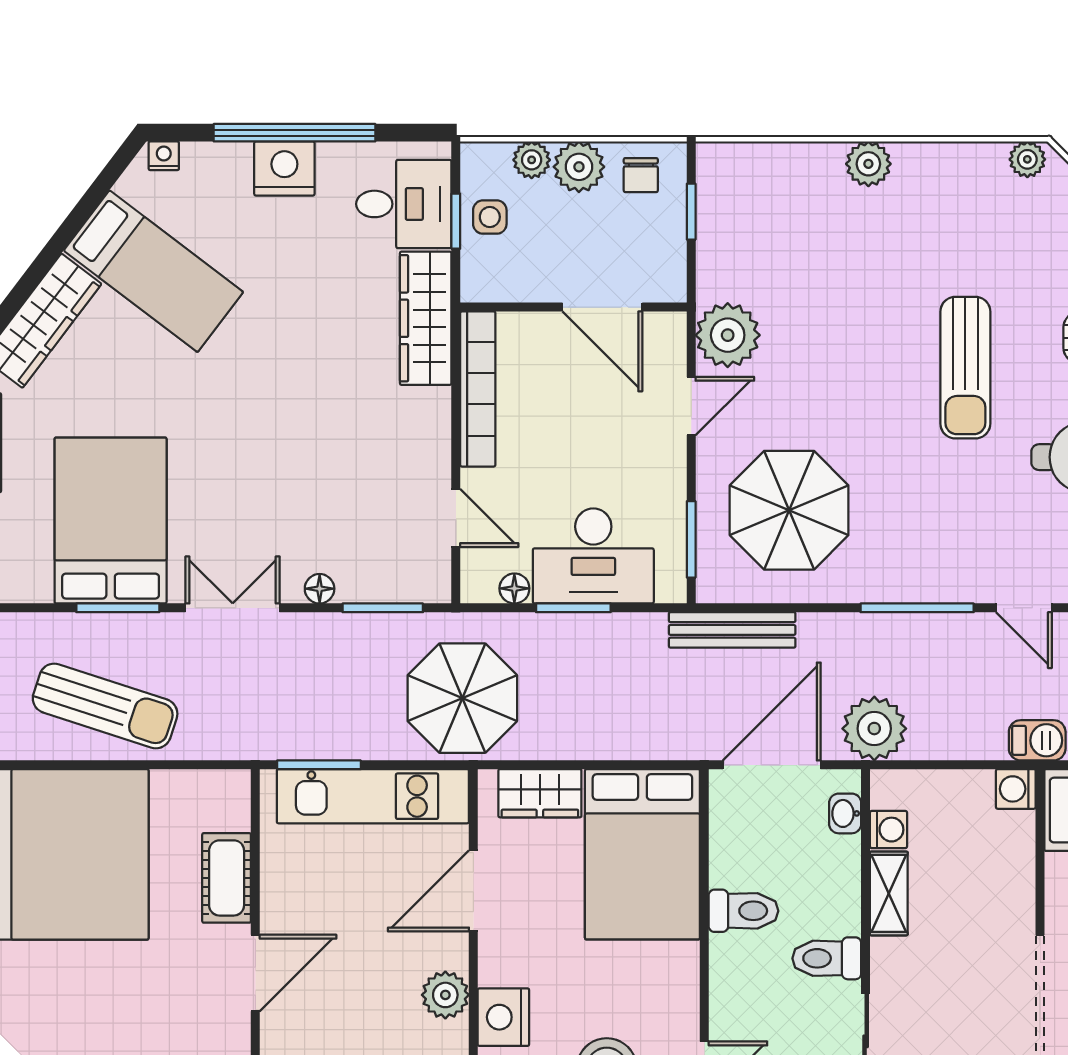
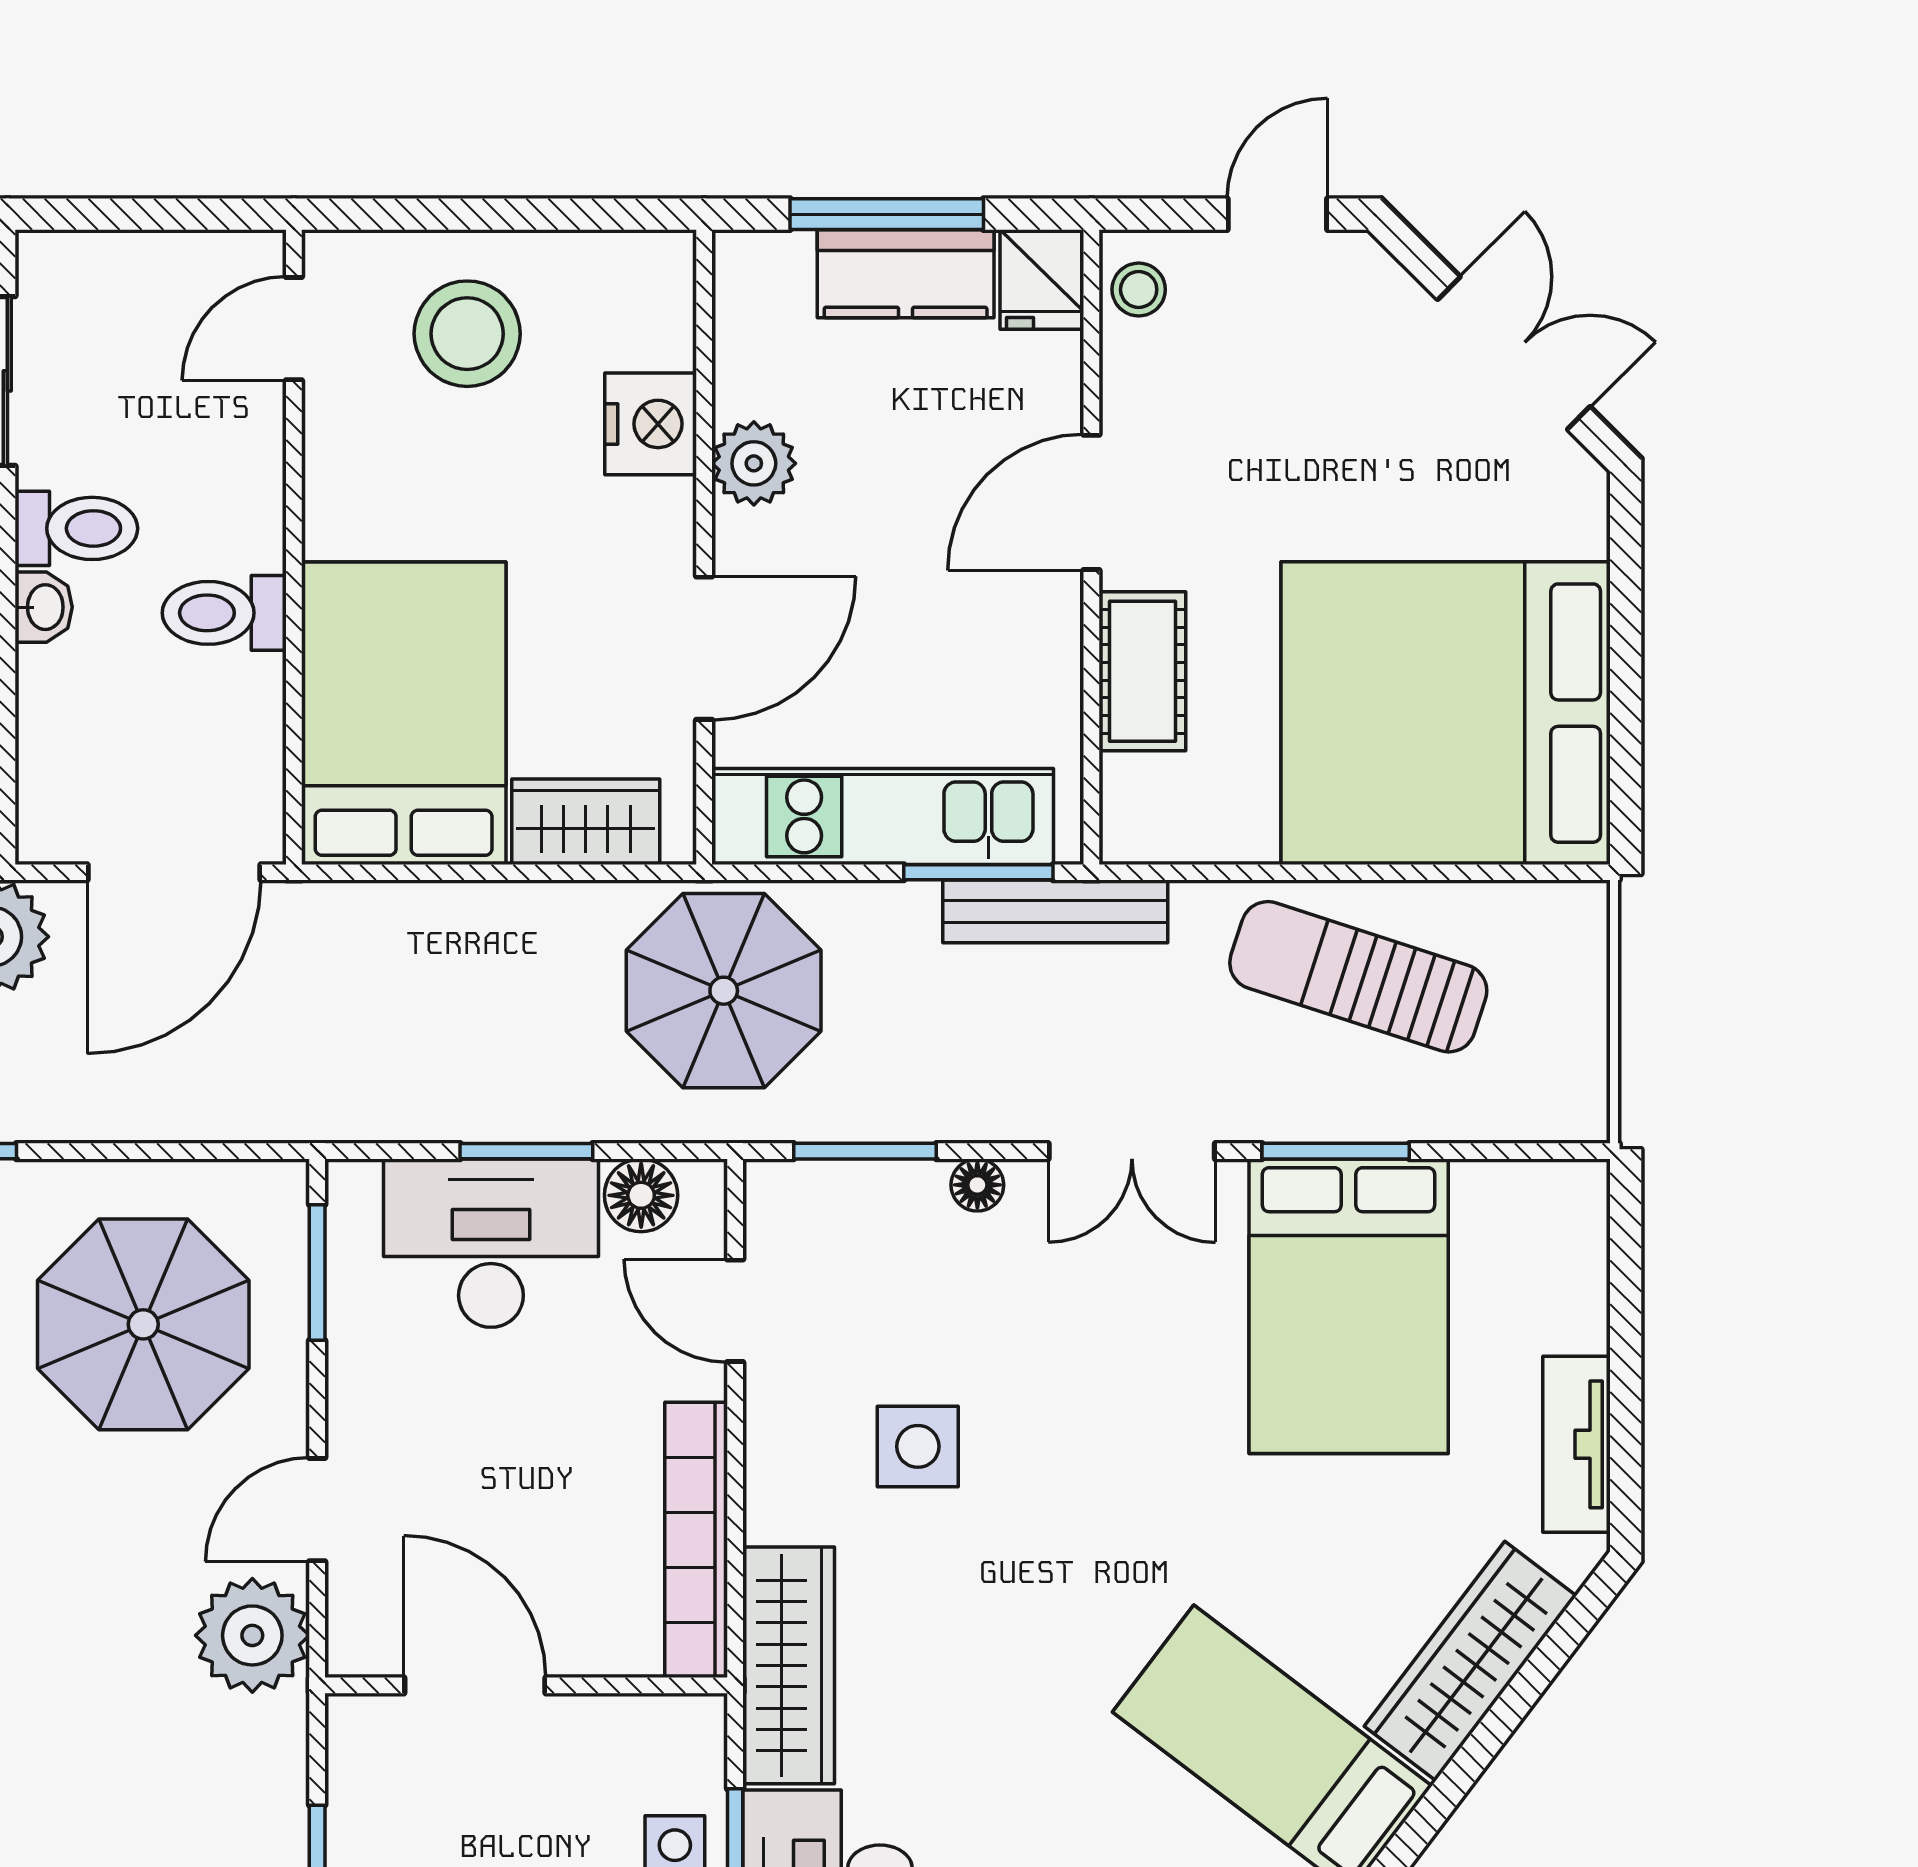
side table: (353, 442) -> (918, 1446), added
floor lamp: (514, 588) -> (641, 1195), width x1.37, depth x1.37
bench: (732, 630) -> (1055, 911), moved
washbasin: (845, 813) -> (44, 607), moved

